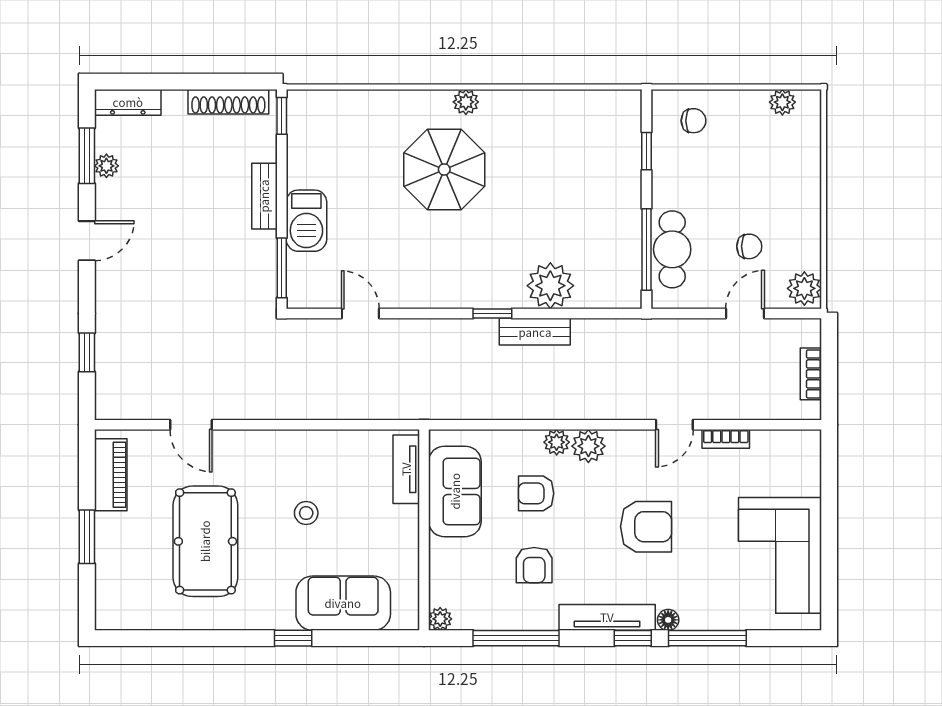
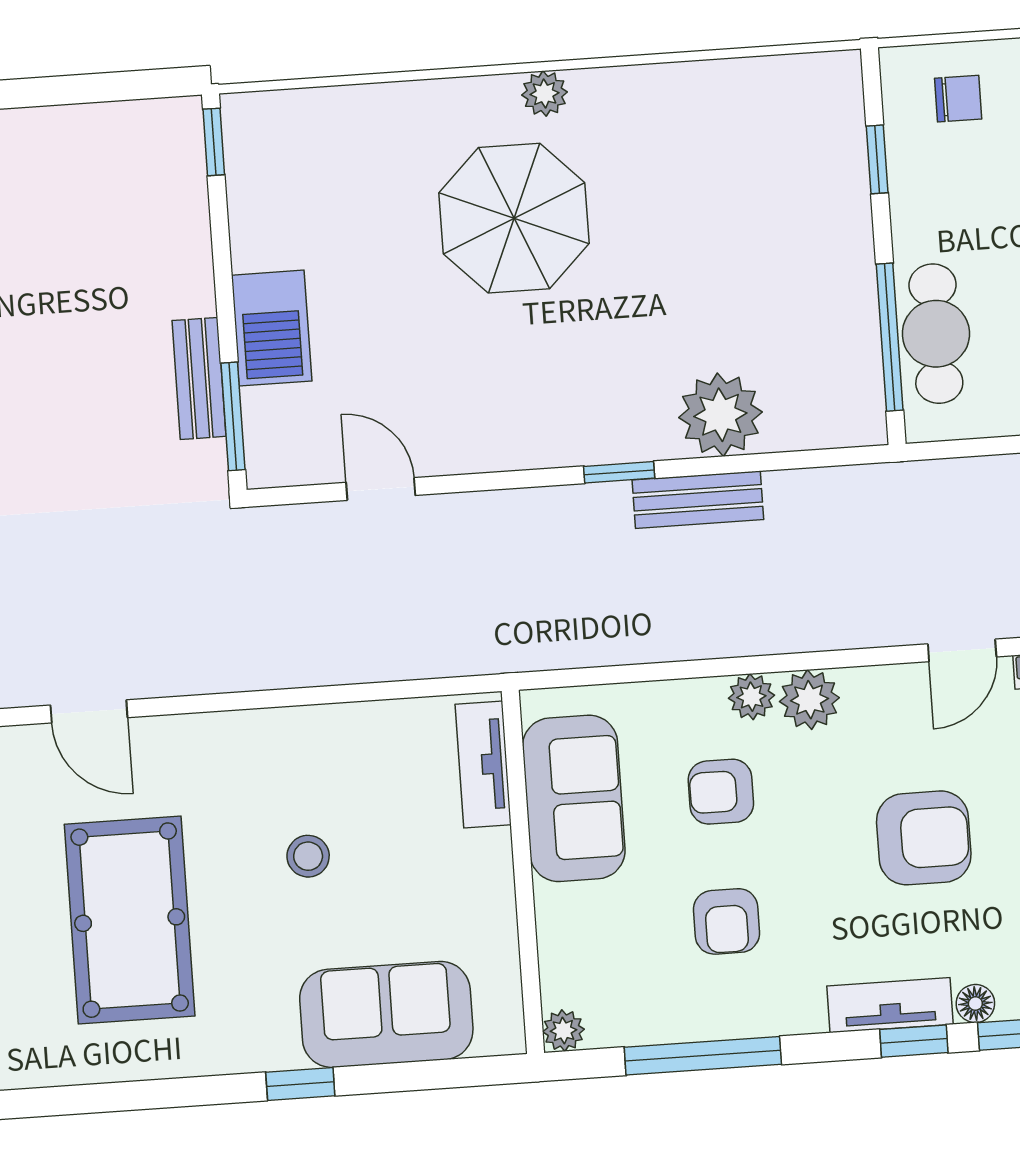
shoe rack: (228, 102) -> (116, 123), removed
bench: (264, 196) -> (199, 378), moved
tv unit: (607, 617) -> (890, 1005), width x0.71

